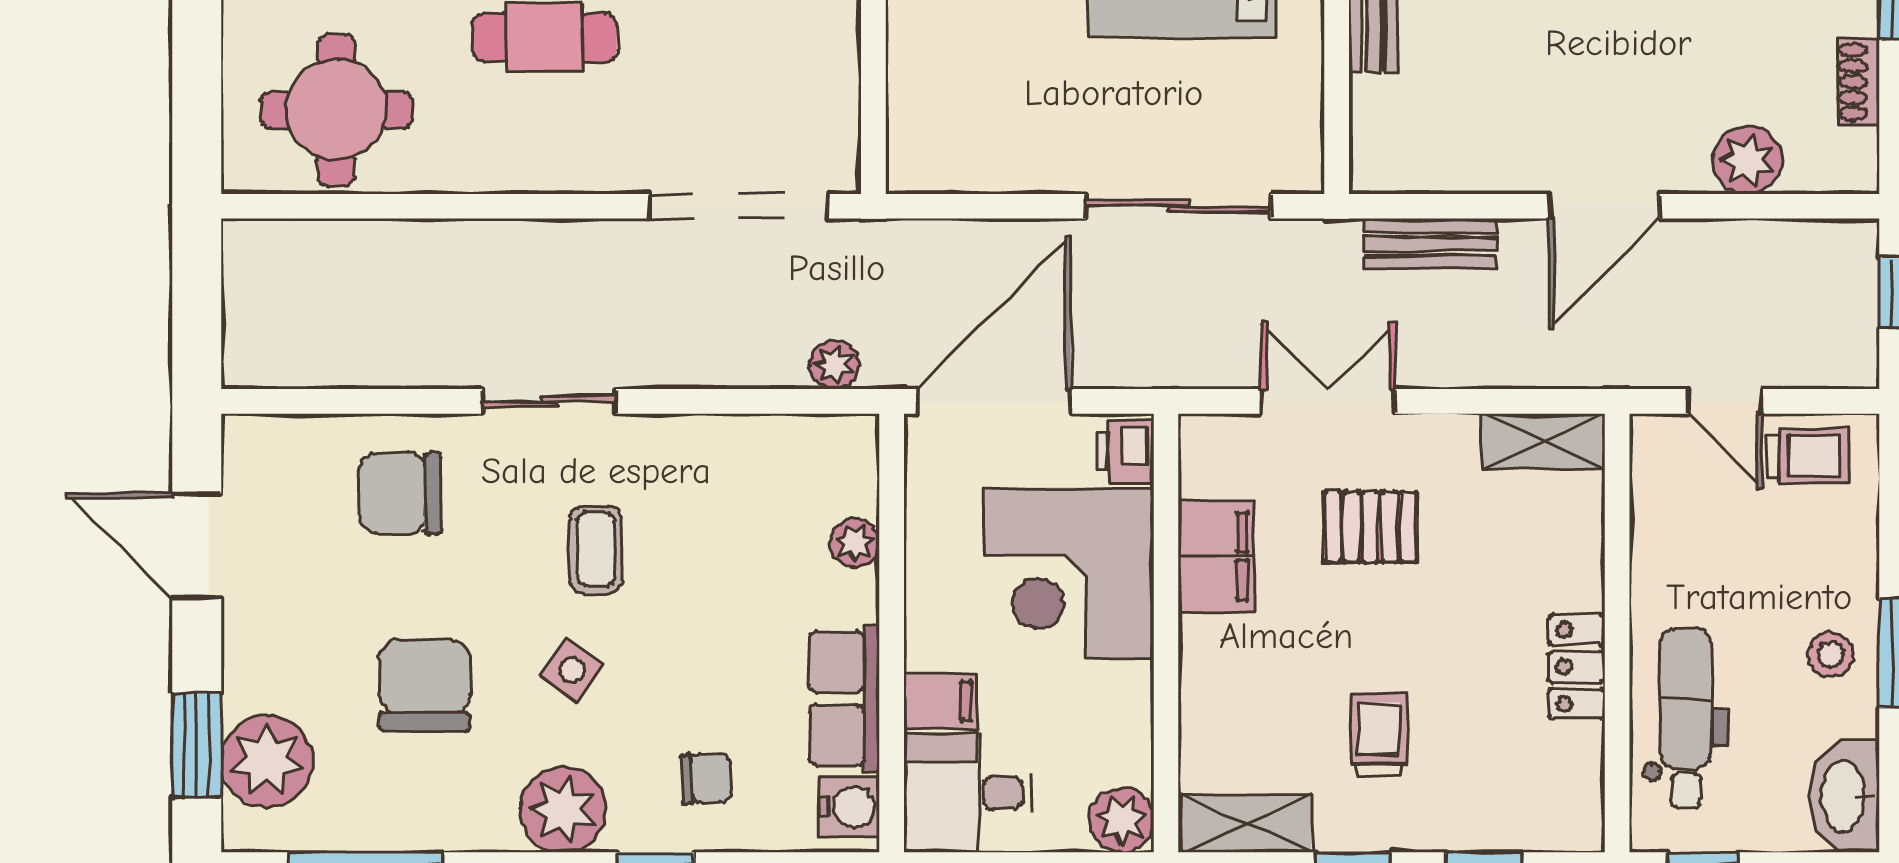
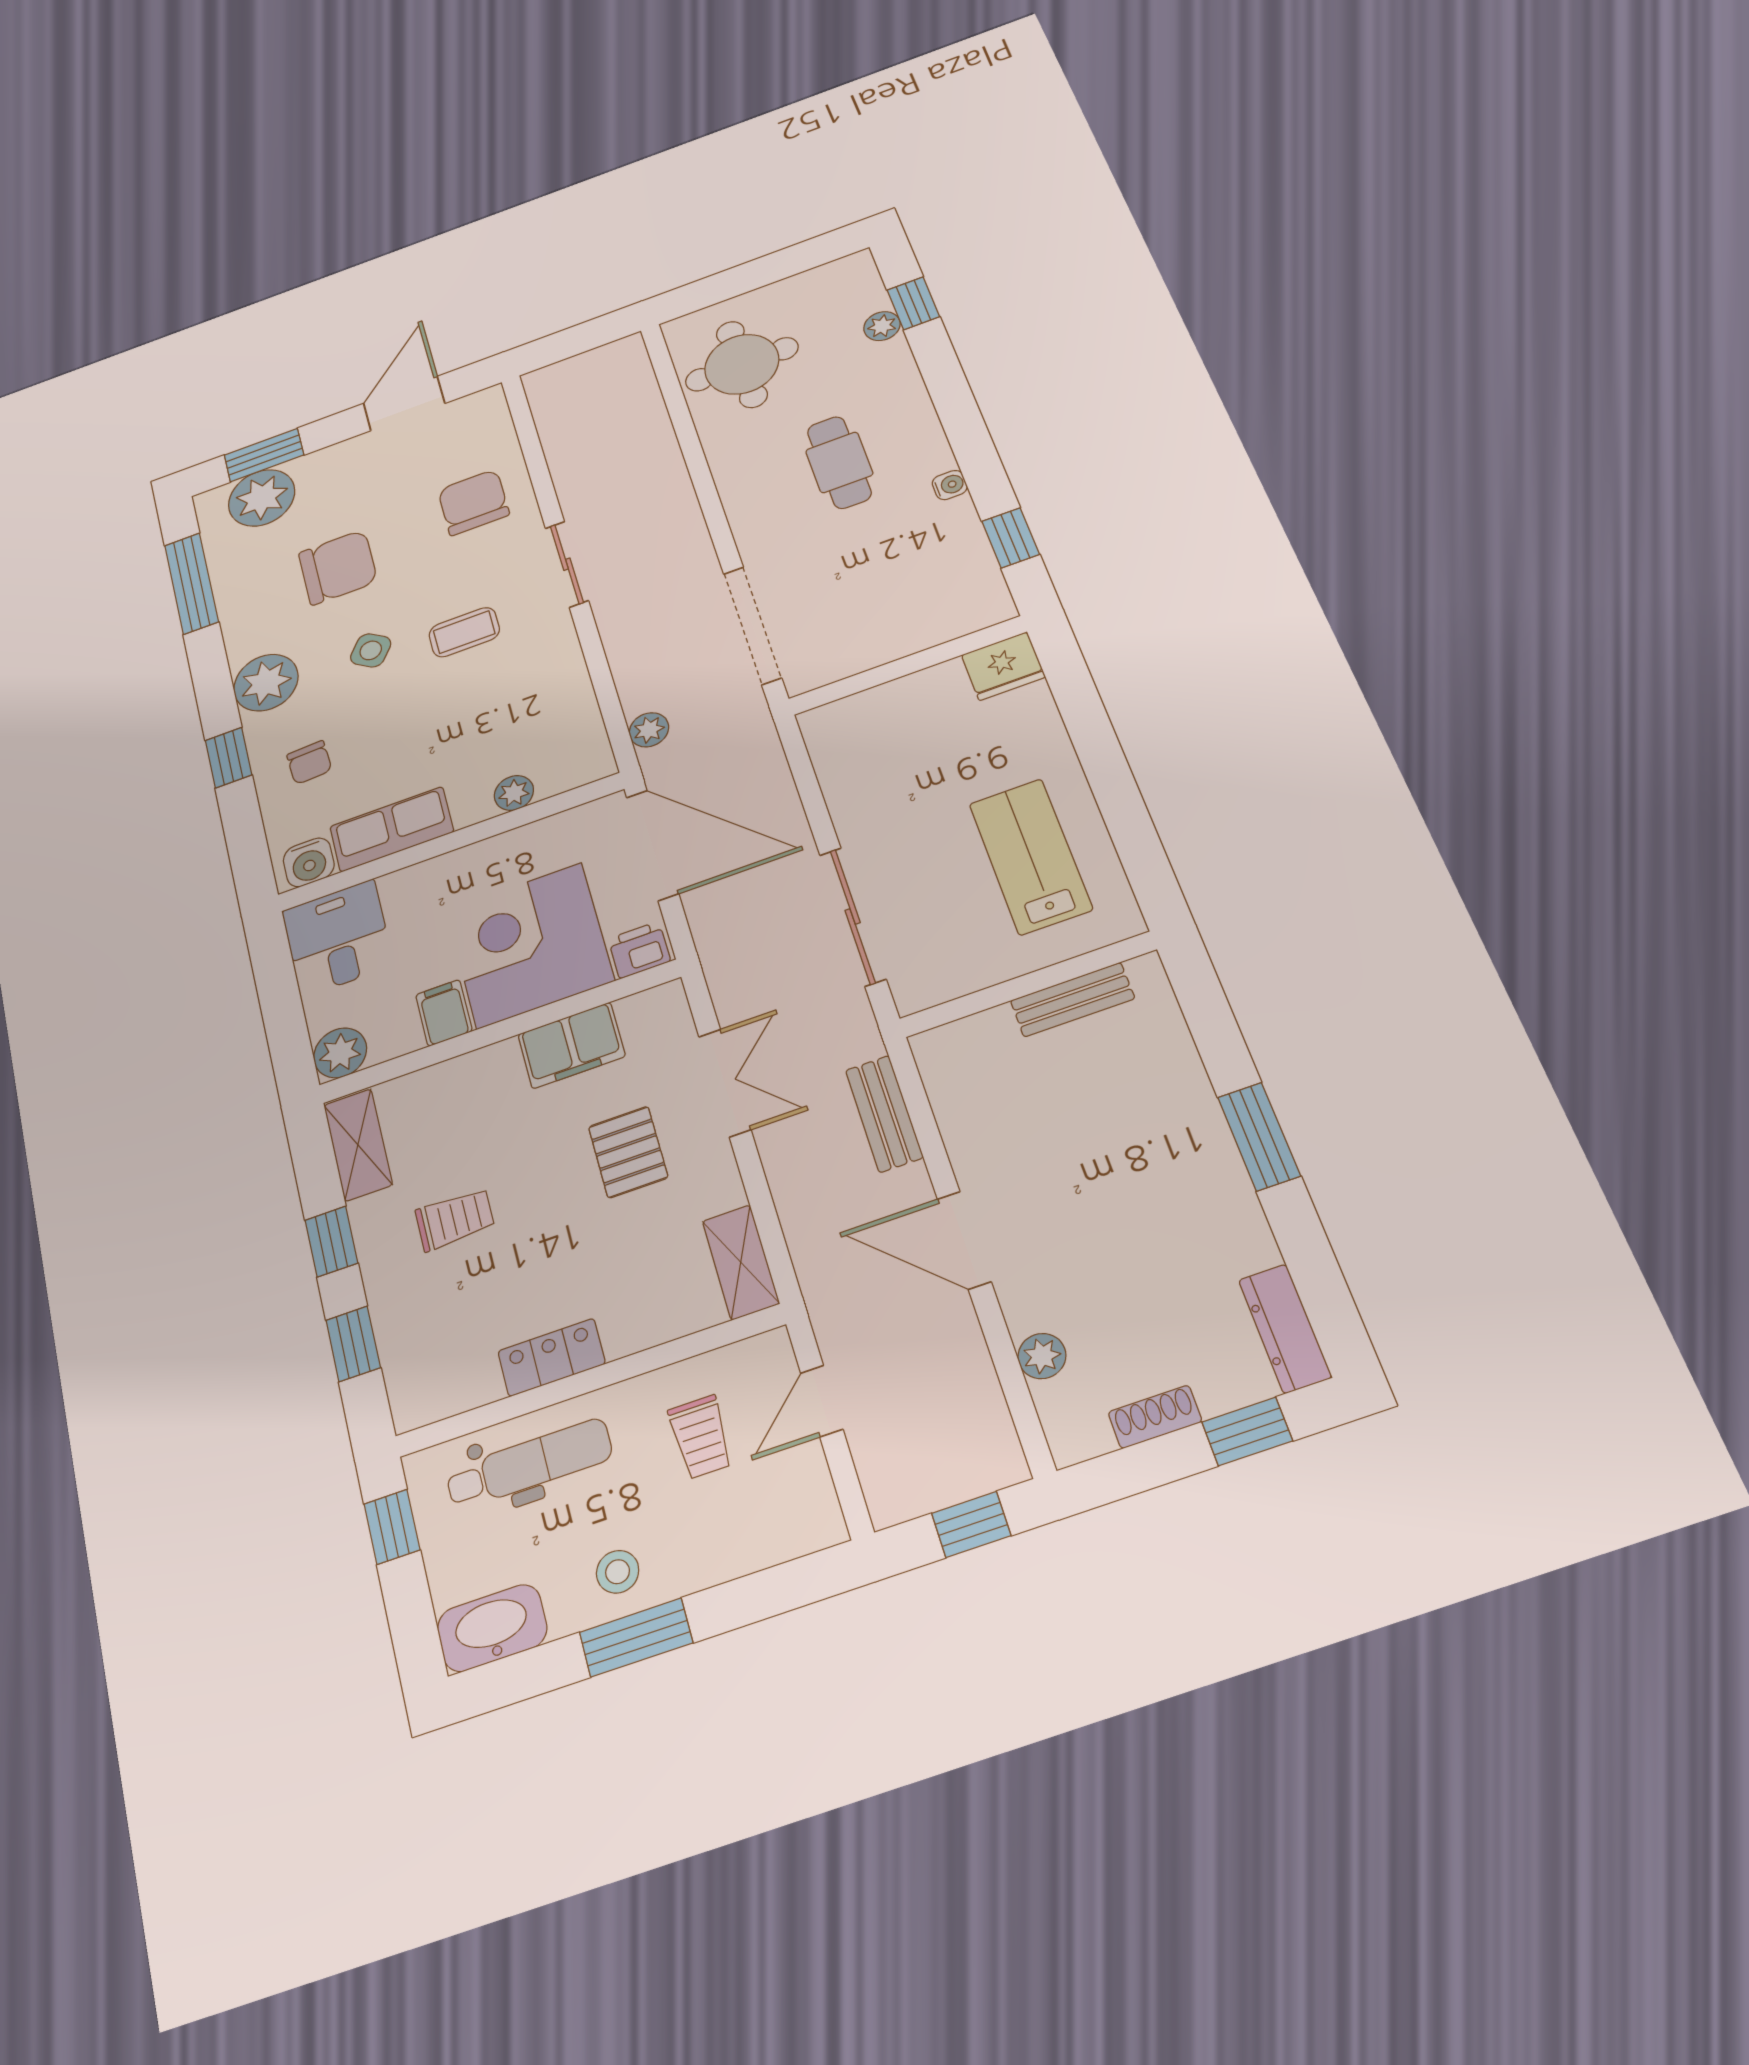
plant: (1747, 160) -> (1042, 1356), width x0.73, depth x0.73
trolley: (1808, 456) -> (701, 1437), moved
filing cabinet: (940, 701) -> (444, 1013), moved, turned 180

